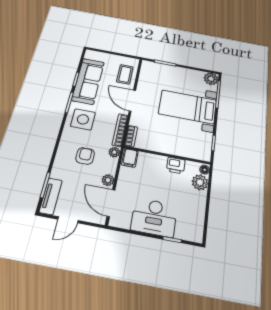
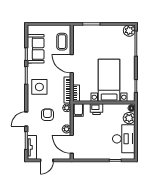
sofa: (88, 81) -> (36, 49), width x0.73
bed with nightstands: (188, 107) -> (109, 80), moved, turned 90
door: (54, 156) -> (26, 119), added
printer: (176, 165) -> (96, 109), moved
desk: (154, 217) -> (124, 139), moved, turned -90

